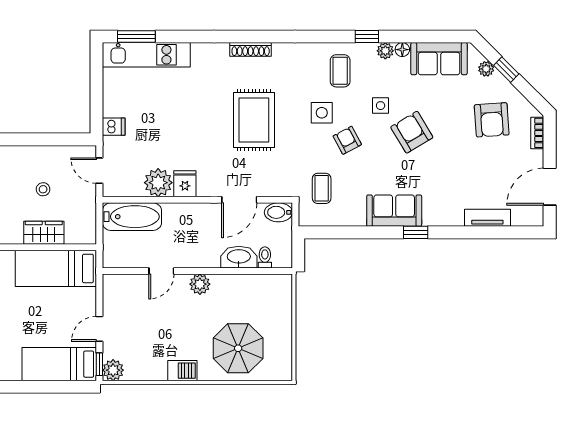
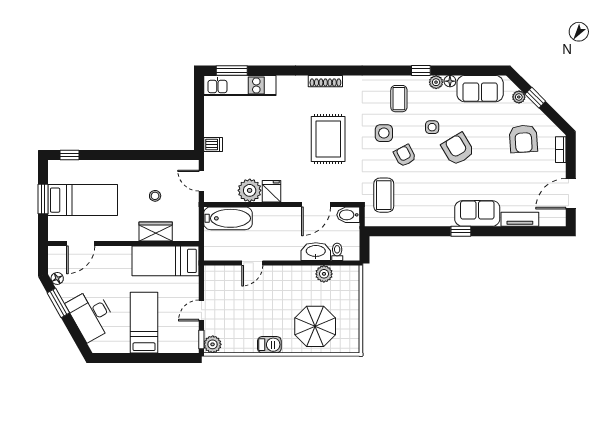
coffee table: (322, 188) -> (384, 195), width x1.36, depth x1.30
sofa: (394, 211) -> (477, 213), moved
plant: (200, 284) -> (324, 274), moved
bed: (59, 364) -> (144, 323), moved, turned 90

